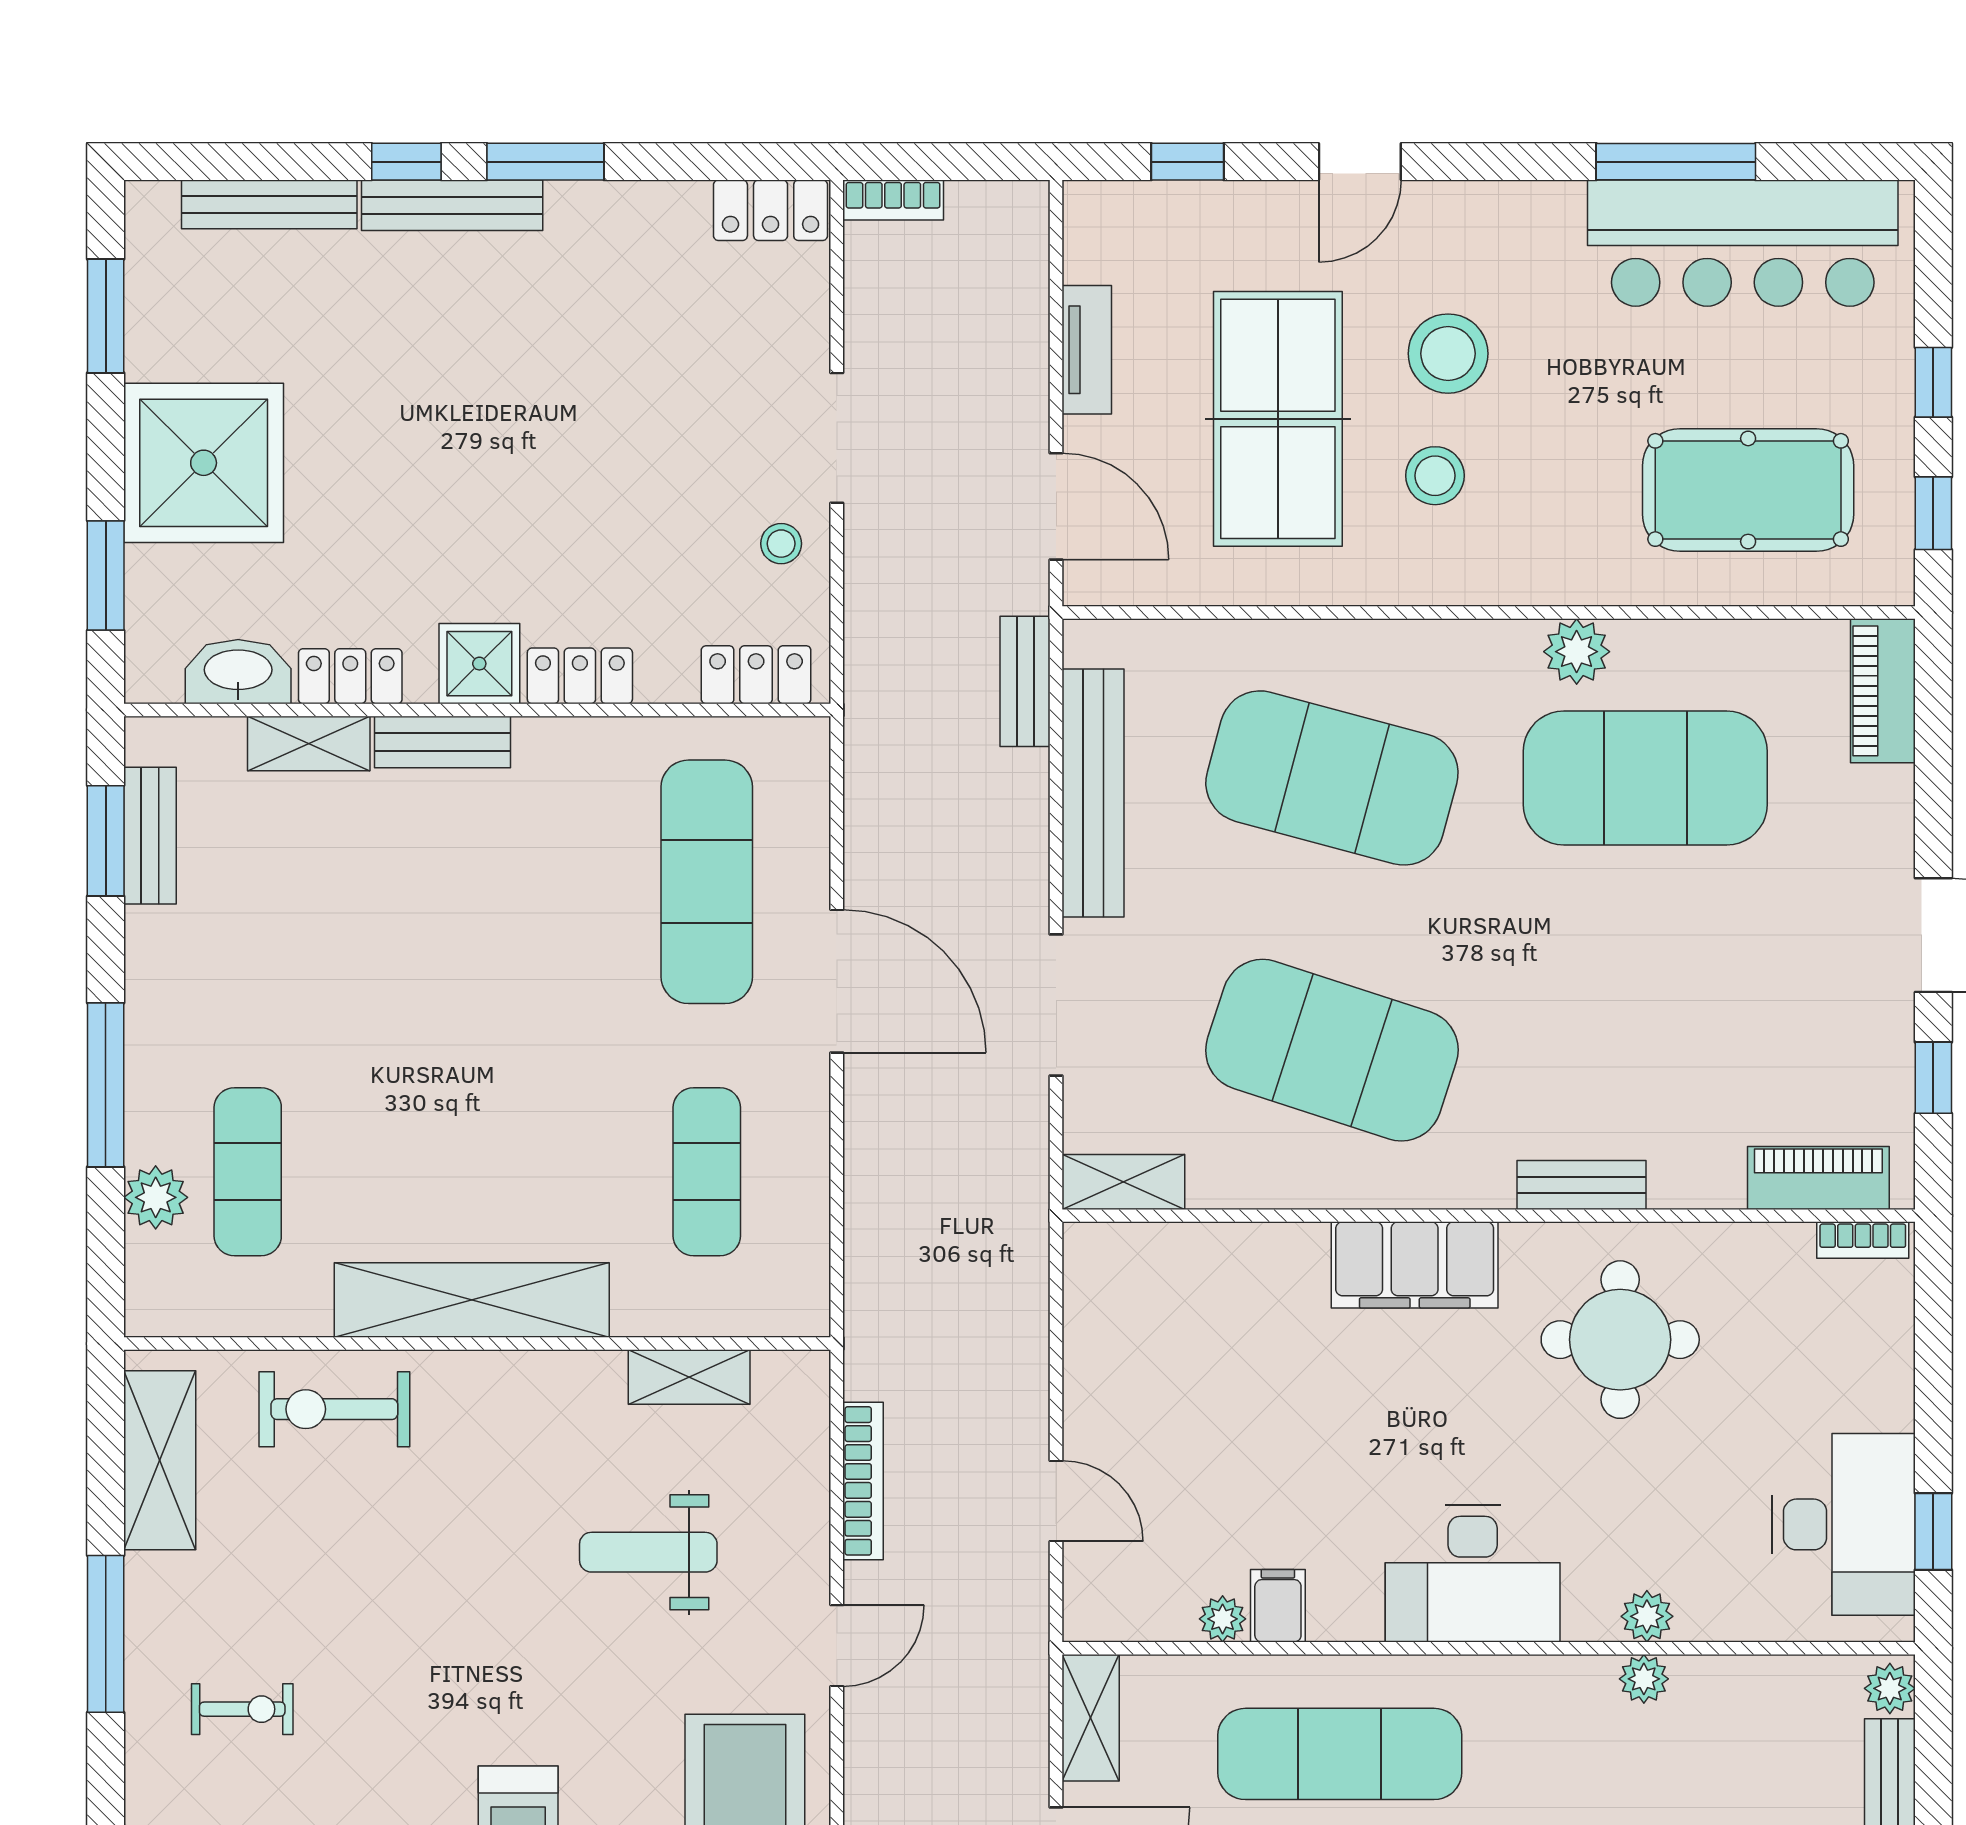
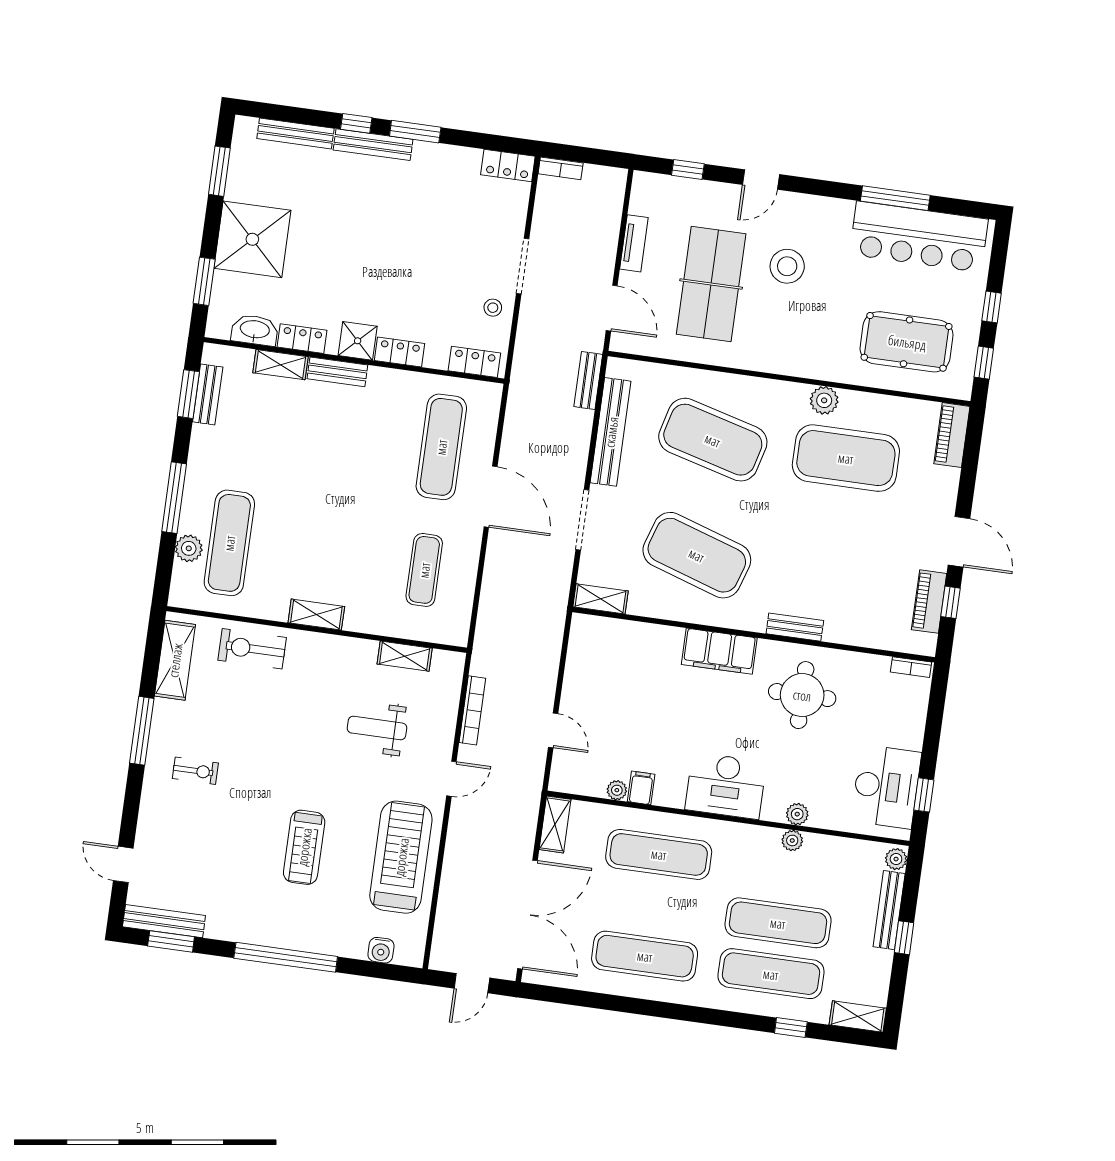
stool: (1435, 476) -> (774, 317), removed
exercise mat: (248, 1172) -> (229, 543), width x1.36, depth x1.45
piano: (1818, 1178) -> (929, 602), moved, turned -90
shelving: (472, 1300) -> (316, 615), width x0.45, depth x0.75

